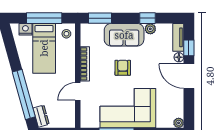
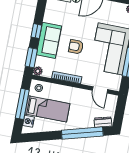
window: (147, 18) -> (36, 31), moved
plant: (150, 29) -> (38, 71), moved
door: (78, 91) -> (100, 90), moved

